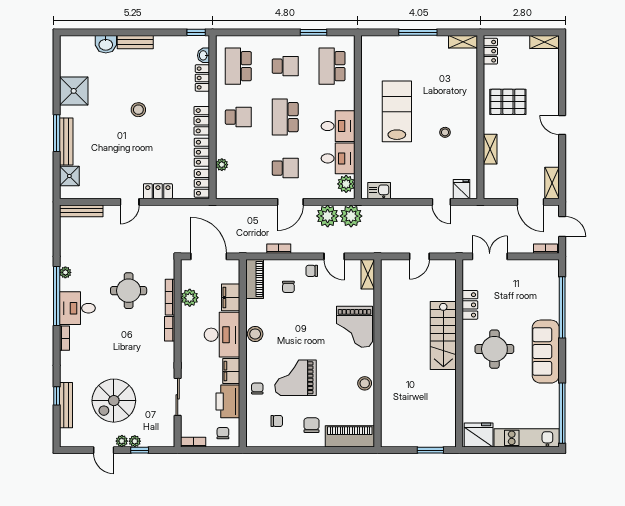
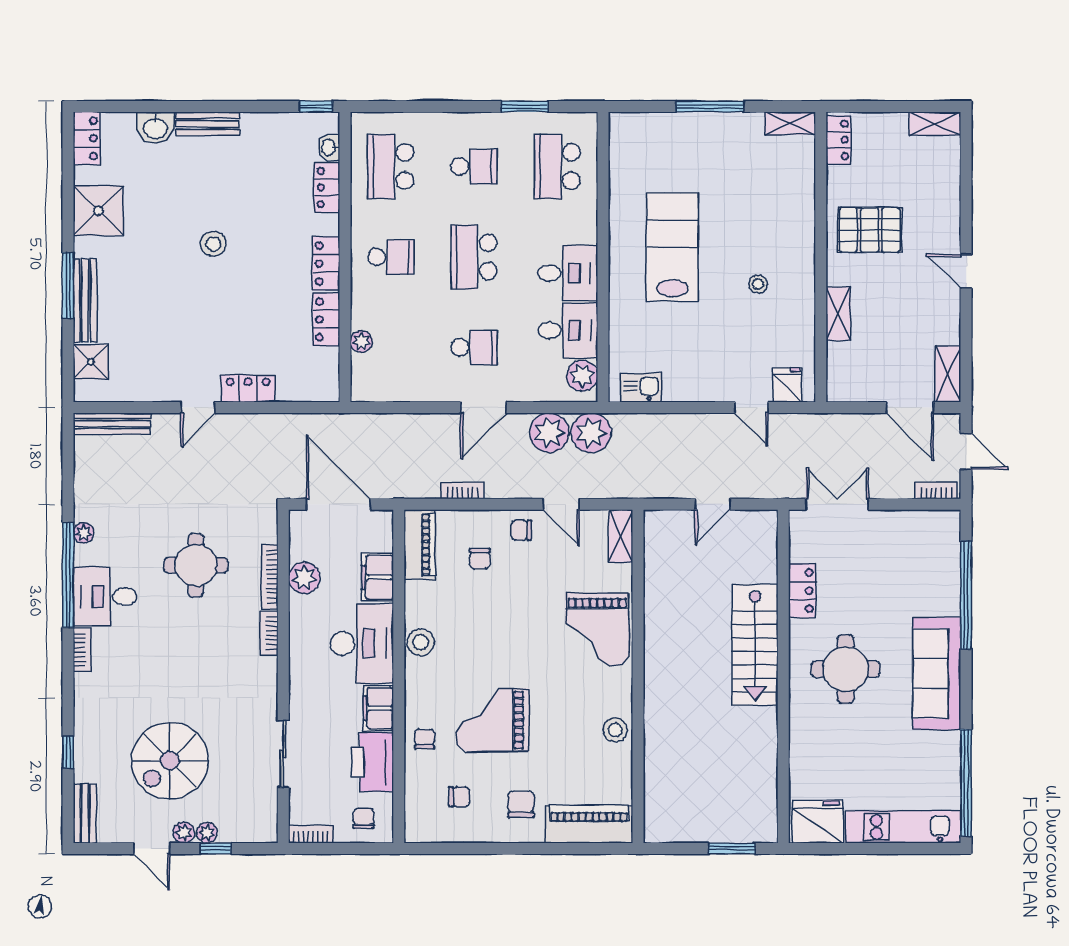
locker: (202, 183) -> (87, 138), moved, turned 180
bench: (66, 405) -> (85, 813), moved, width x0.73

